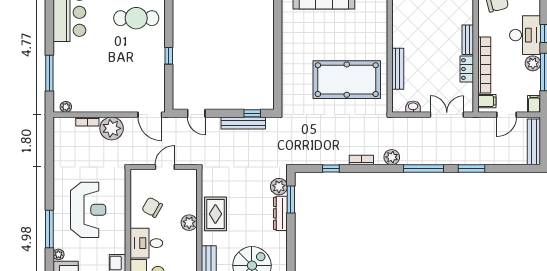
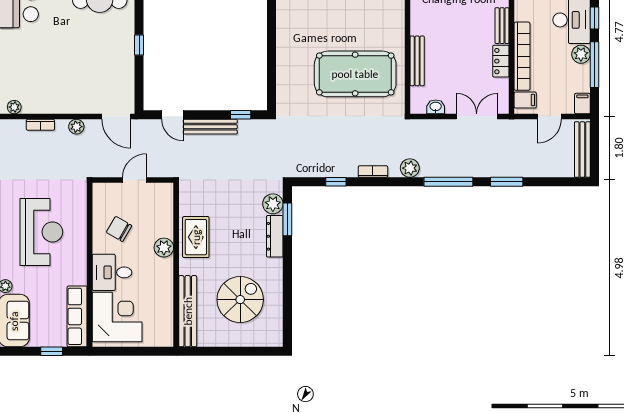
bench: (243, 123) -> (210, 127), moved
plant: (112, 128) -> (76, 127), width x0.53, depth x0.53

